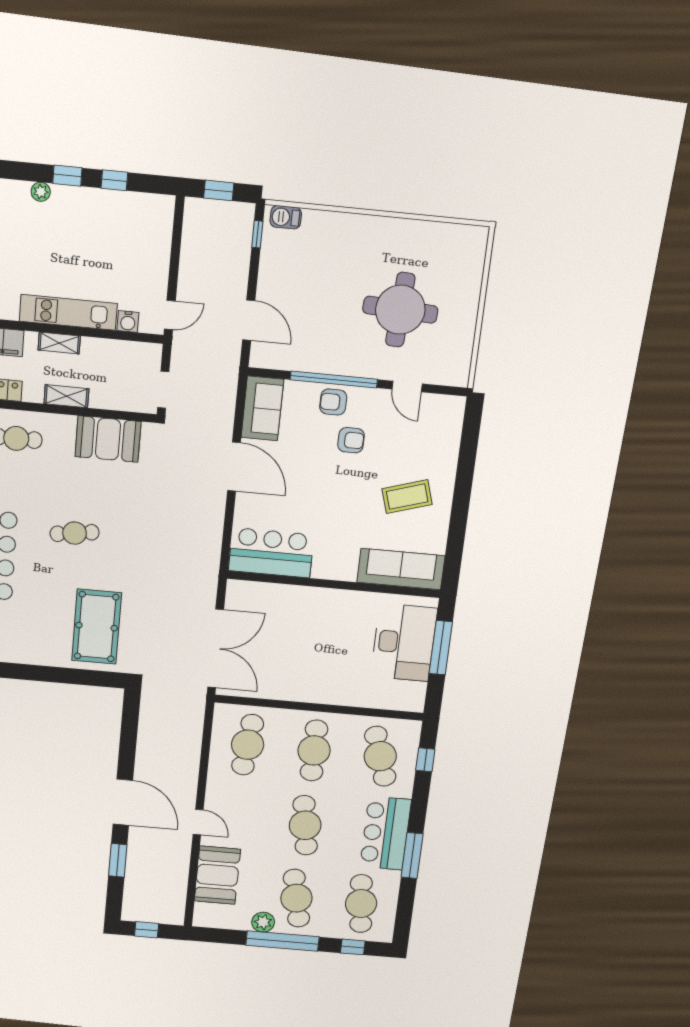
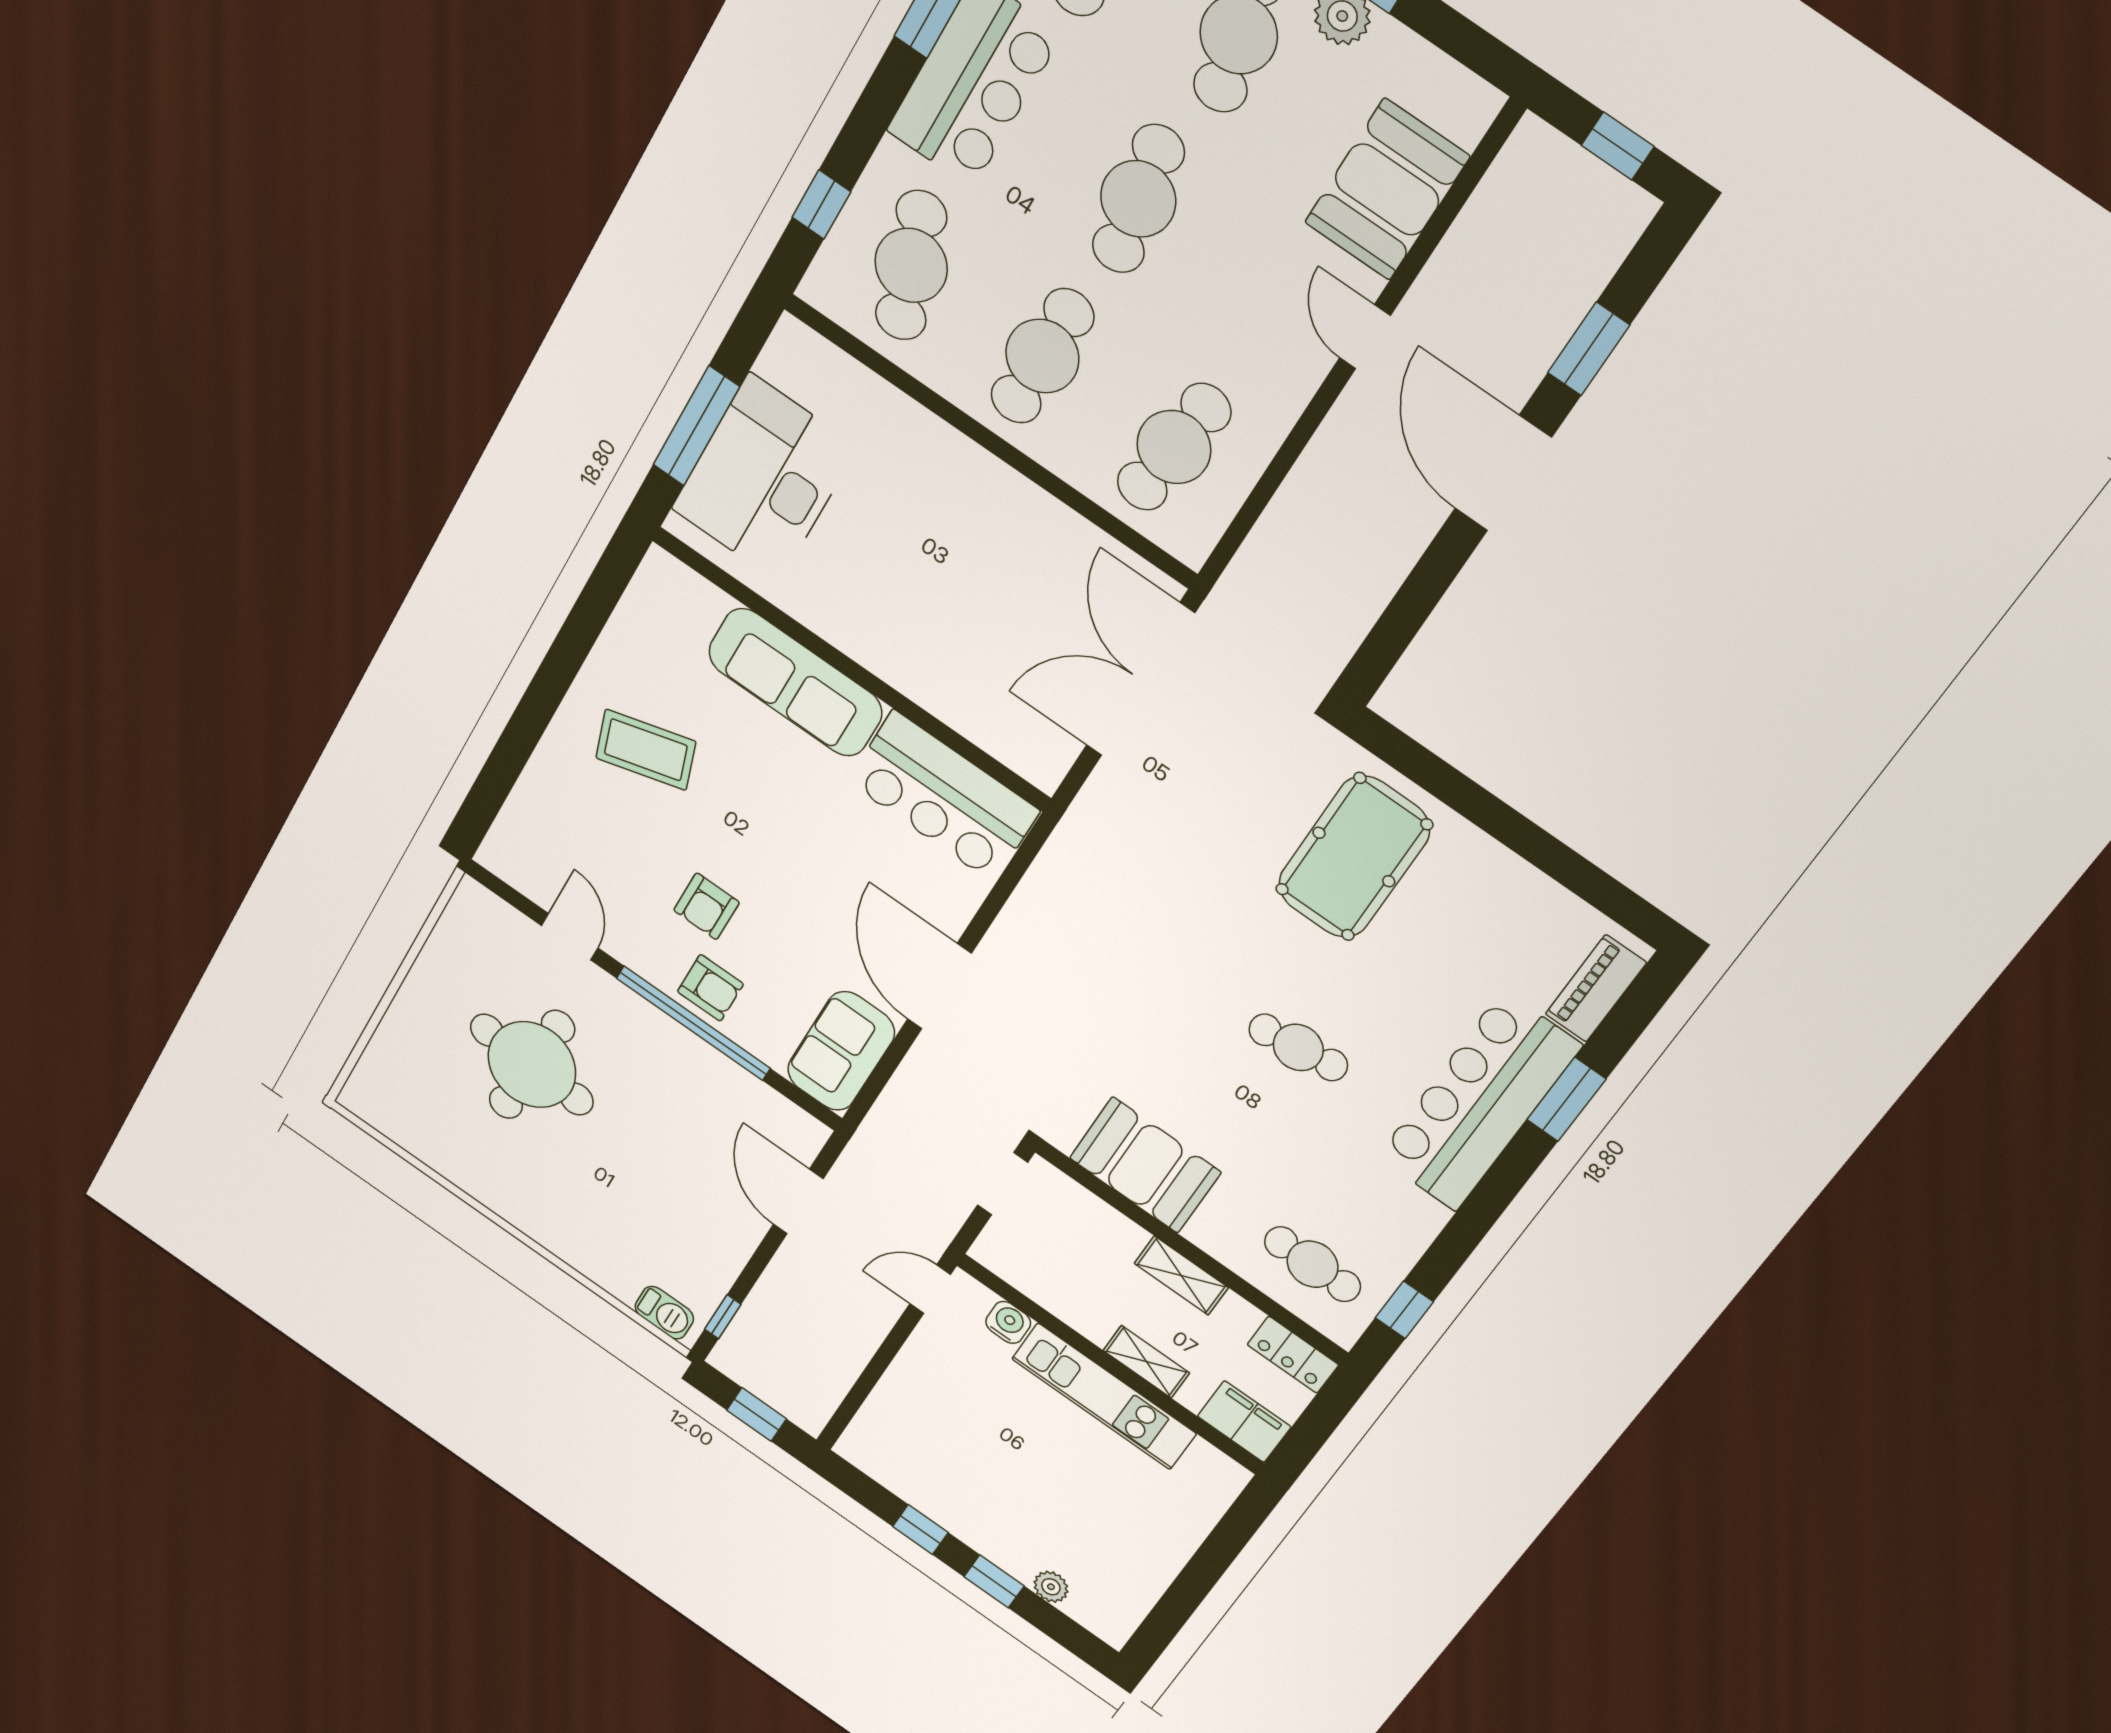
armchair: (351, 440) -> (706, 906), turned -90
sofa: (401, 569) -> (795, 682), moved

